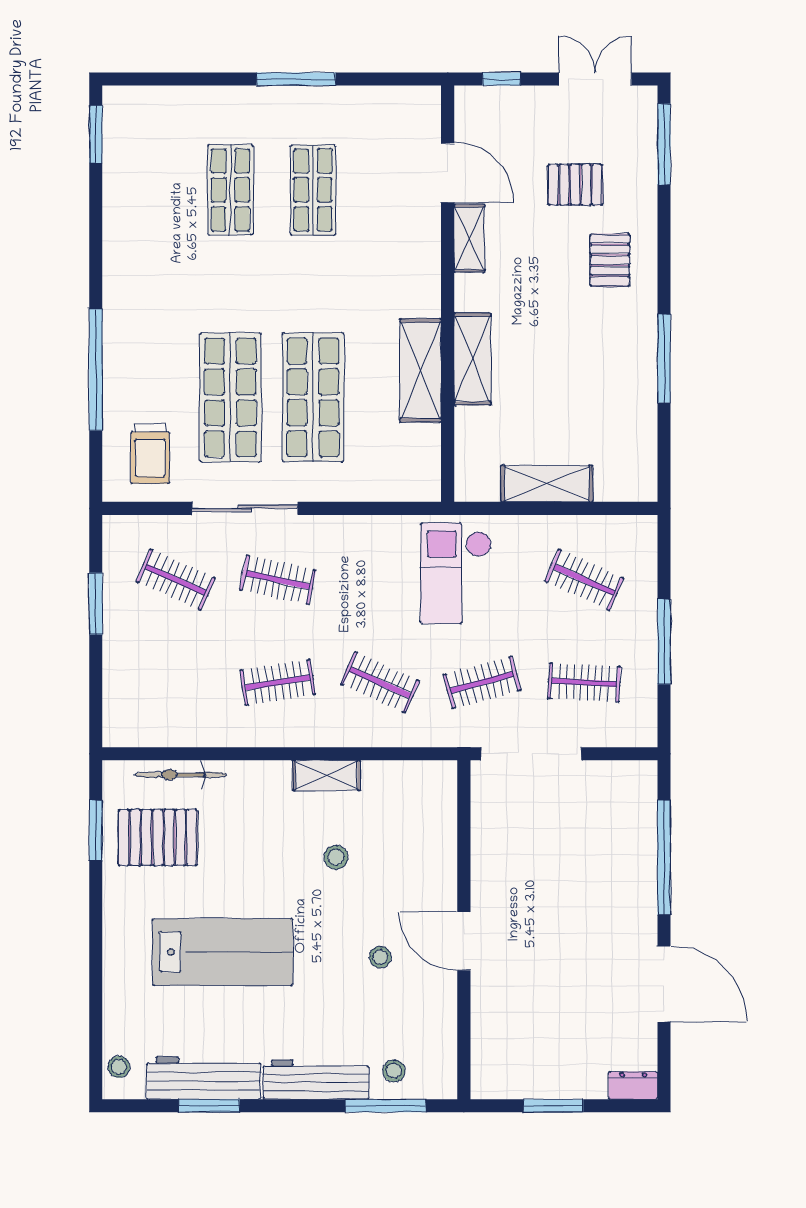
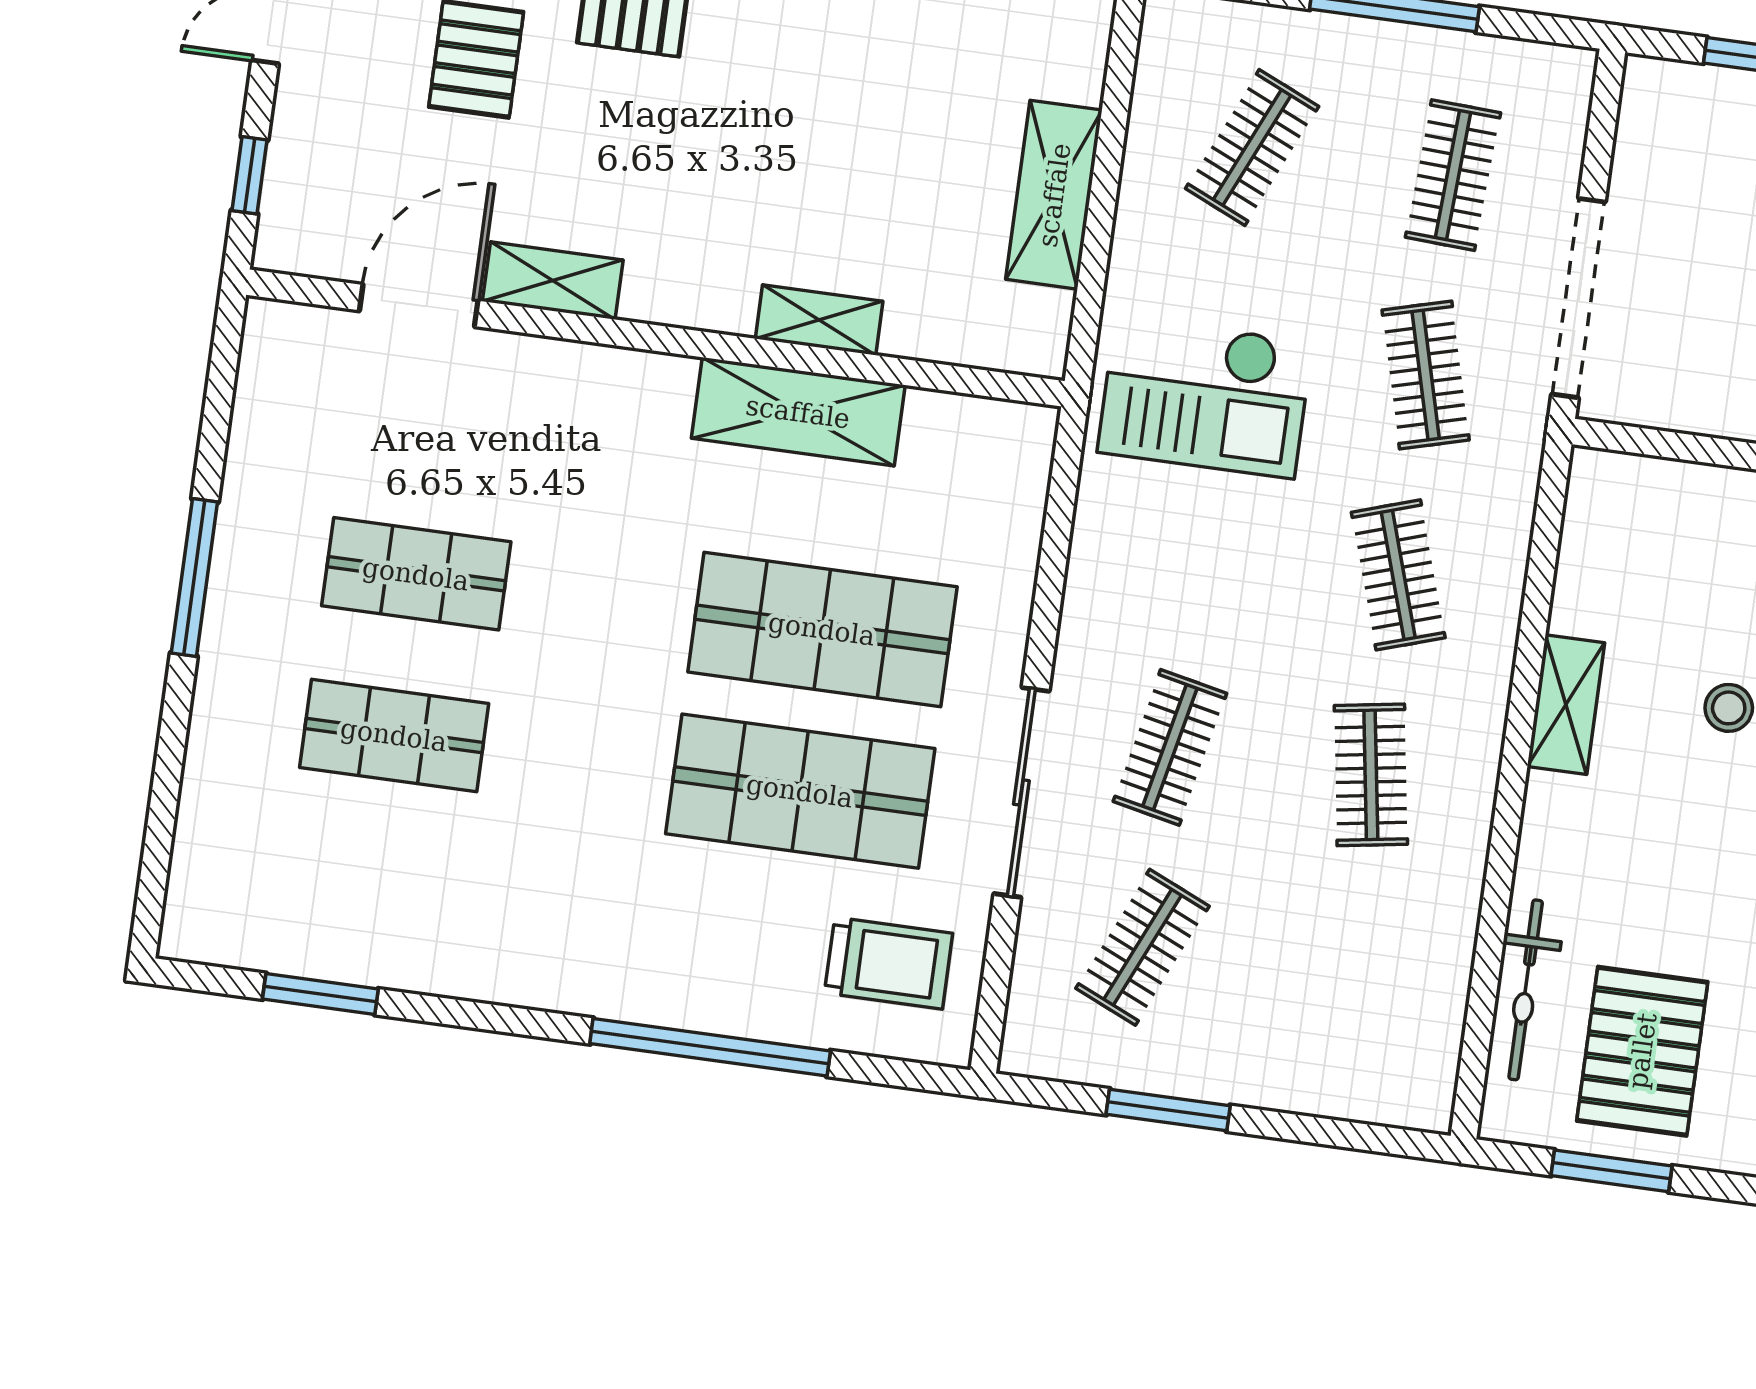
window: (96, 134) -> (320, 994), moved
shelving: (473, 359) -> (819, 320), width x0.67, depth x0.75
clothes rail: (380, 682) -> (1398, 575), turned -42

